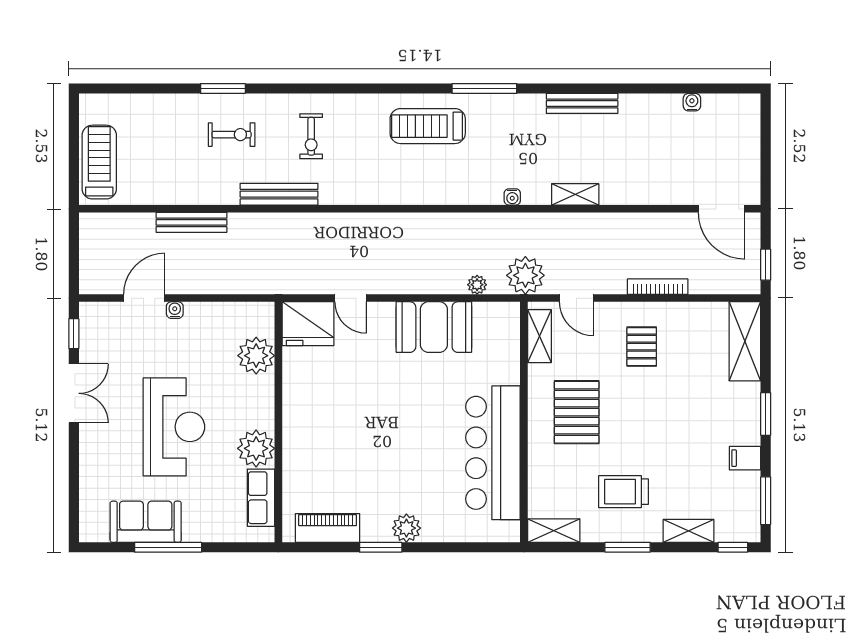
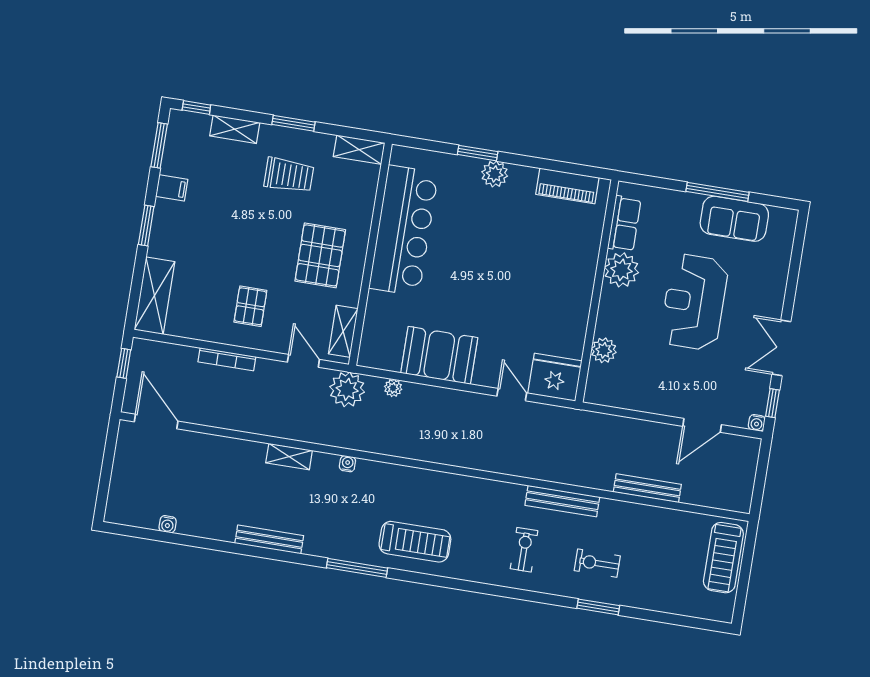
water cooler: (175, 310) -> (757, 423), moved
plant: (256, 356) -> (604, 350), width x0.73, depth x0.73
window: (381, 547) -> (478, 153), moved

